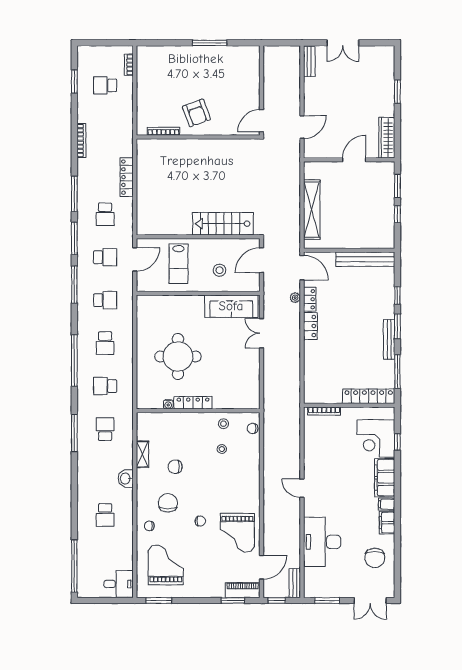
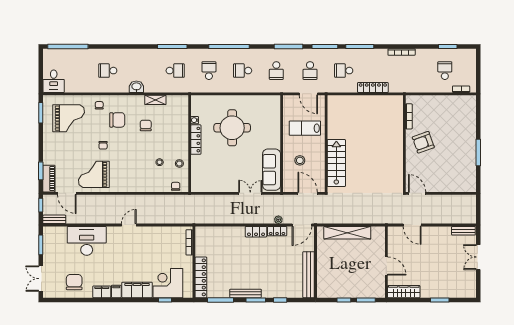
chair: (375, 558) -> (74, 282), turned 90

